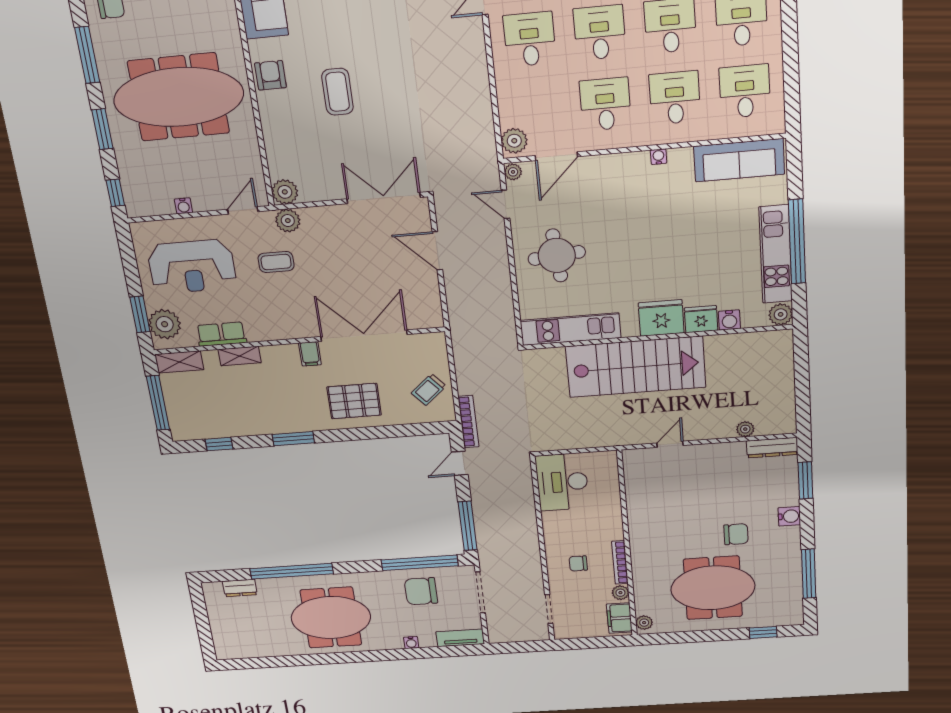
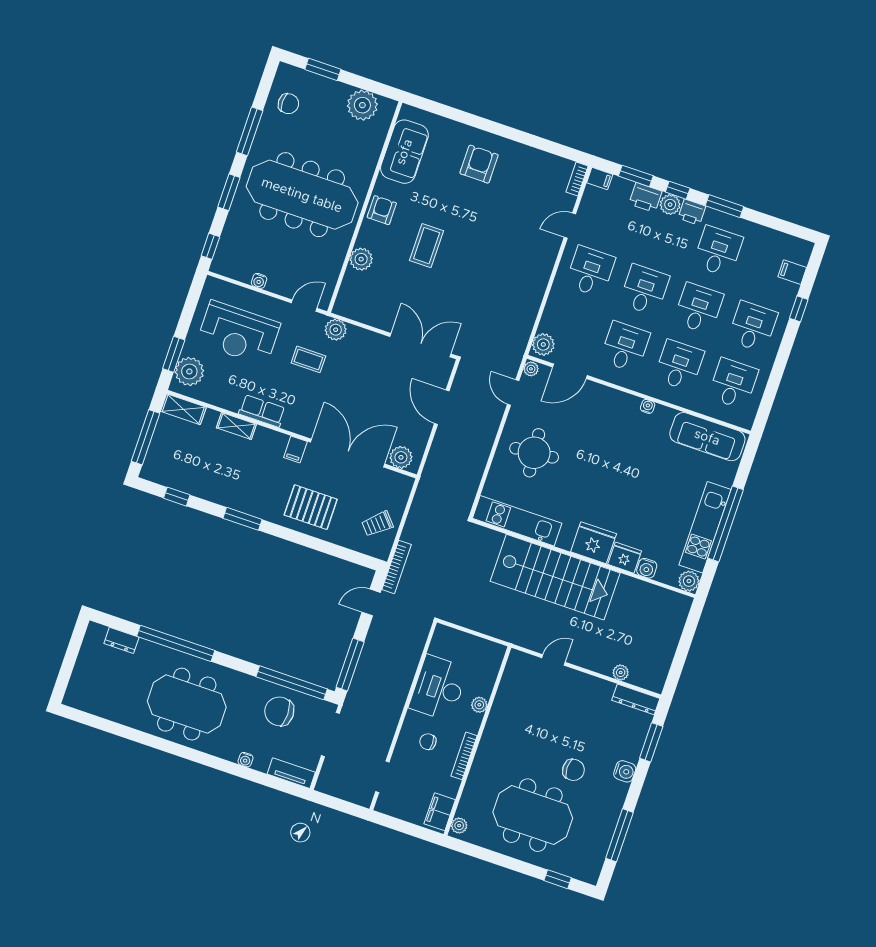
plant: (285, 192) -> (361, 259), moved
plant: (420, 317) -> (401, 457), added
row of seats: (221, 334) -> (262, 411), moved
desk: (562, 482) -> (439, 688), moved
plant: (620, 593) -> (479, 705), moved

